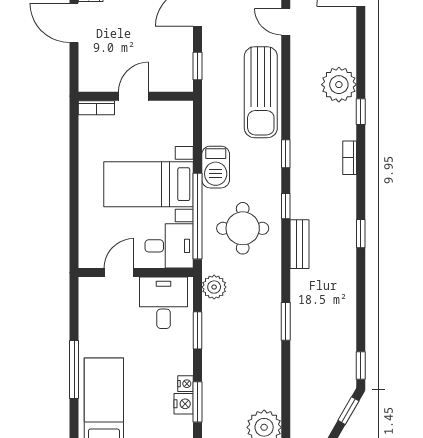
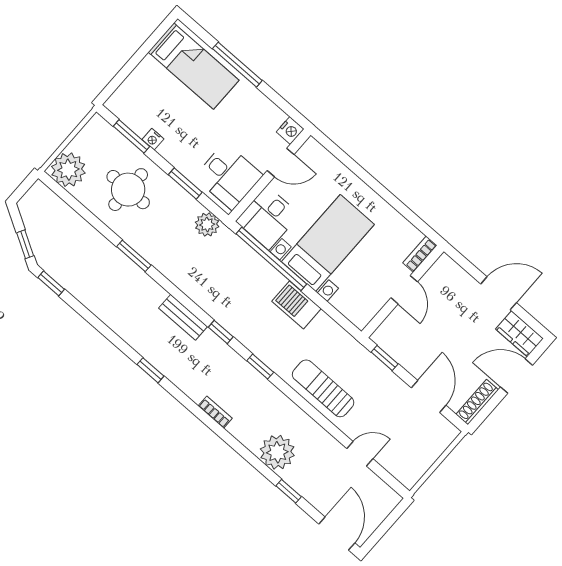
sun lounger: (261, 92) -> (323, 388), width x0.73, depth x0.75
window: (361, 112) -> (289, 491), moved
round table: (243, 228) -> (128, 190), moved
door: (119, 273) -> (281, 162), hinge flipped
nightstand: (184, 404) -> (290, 130), moved, turned -90

